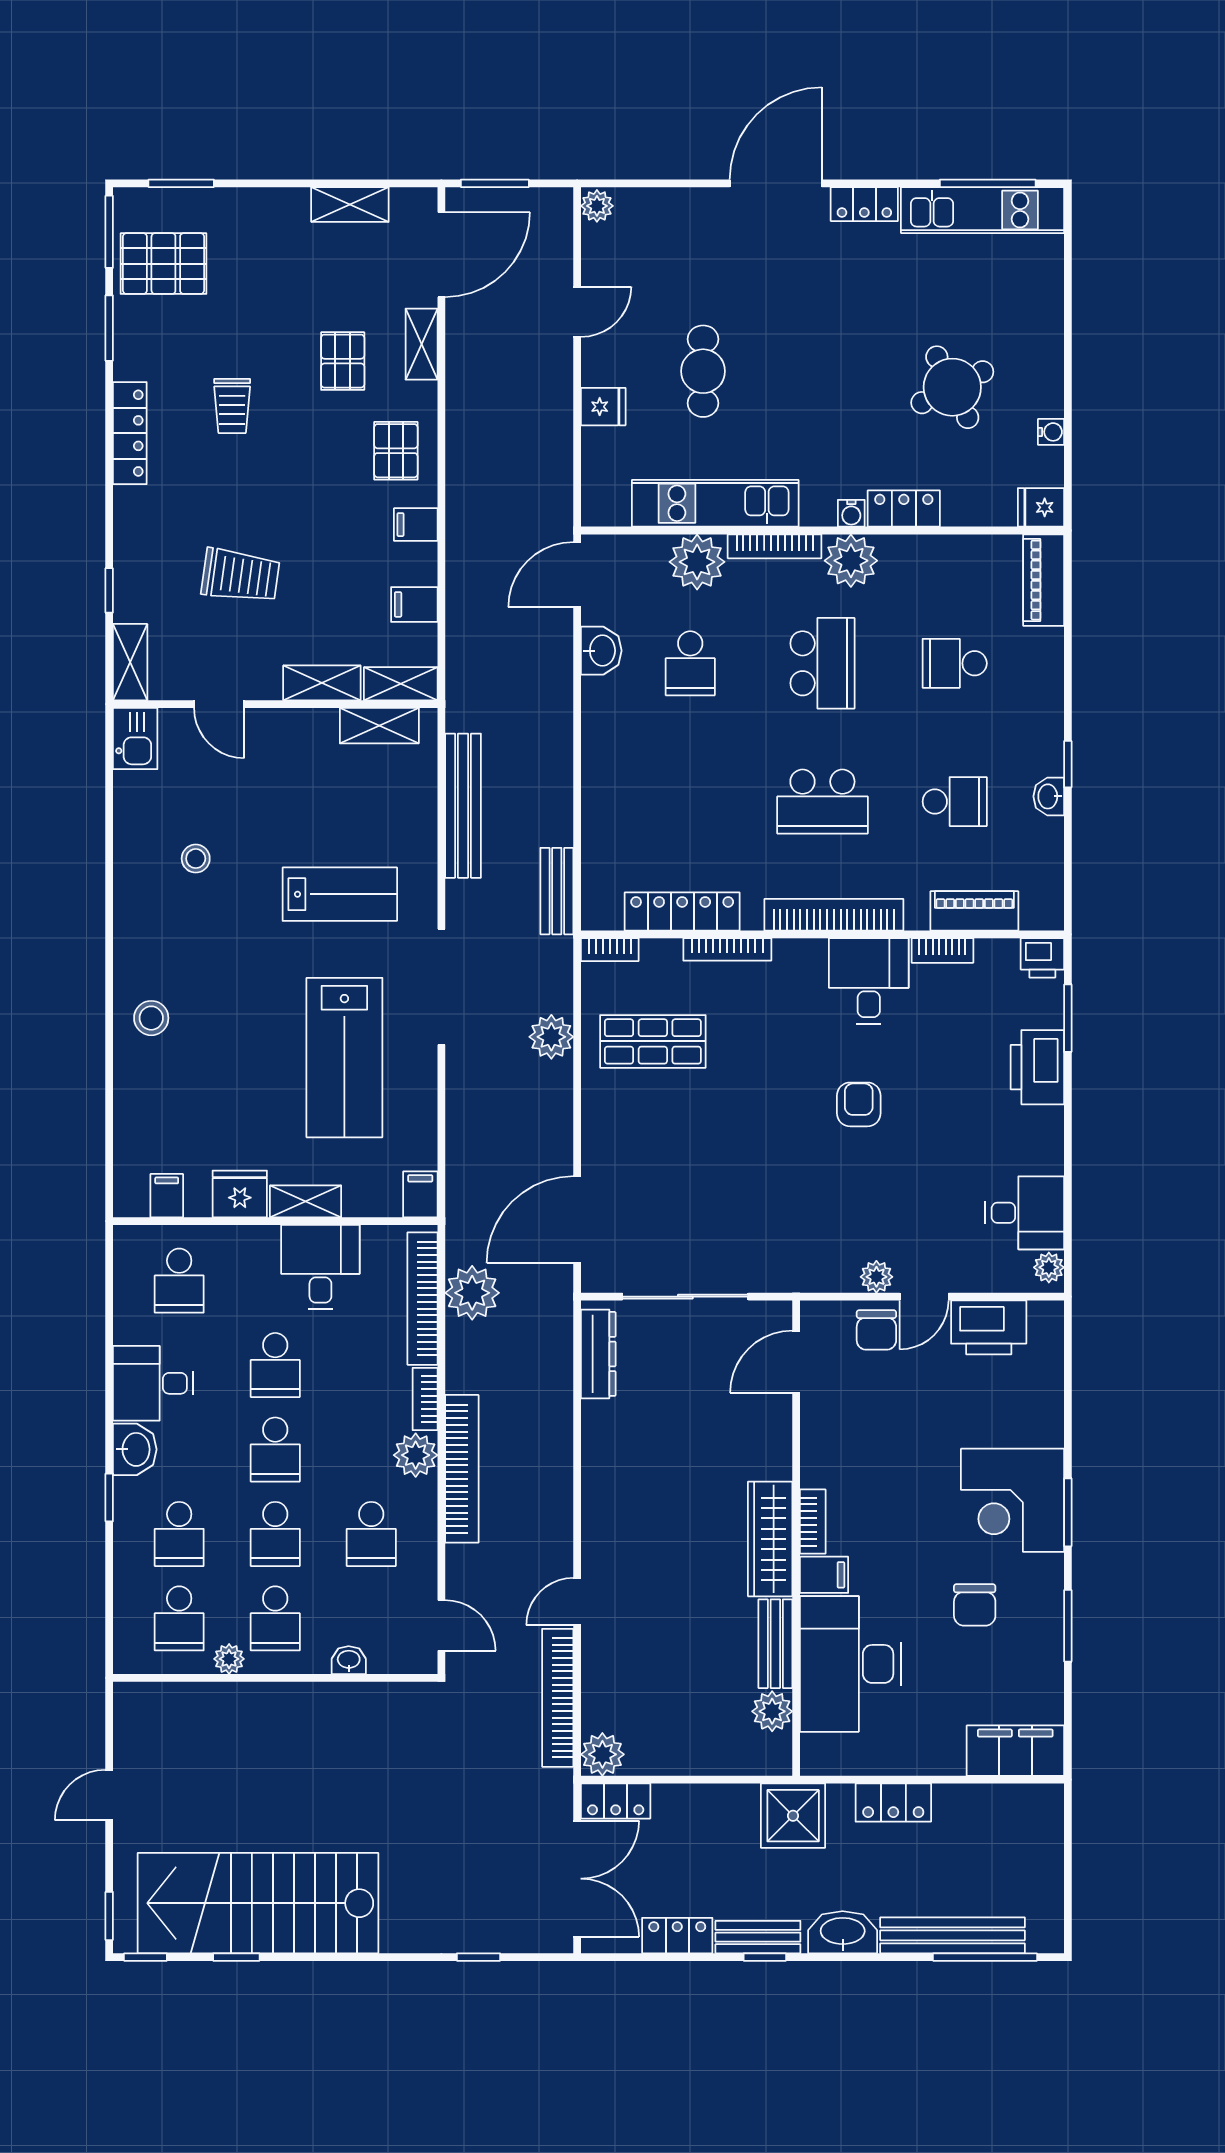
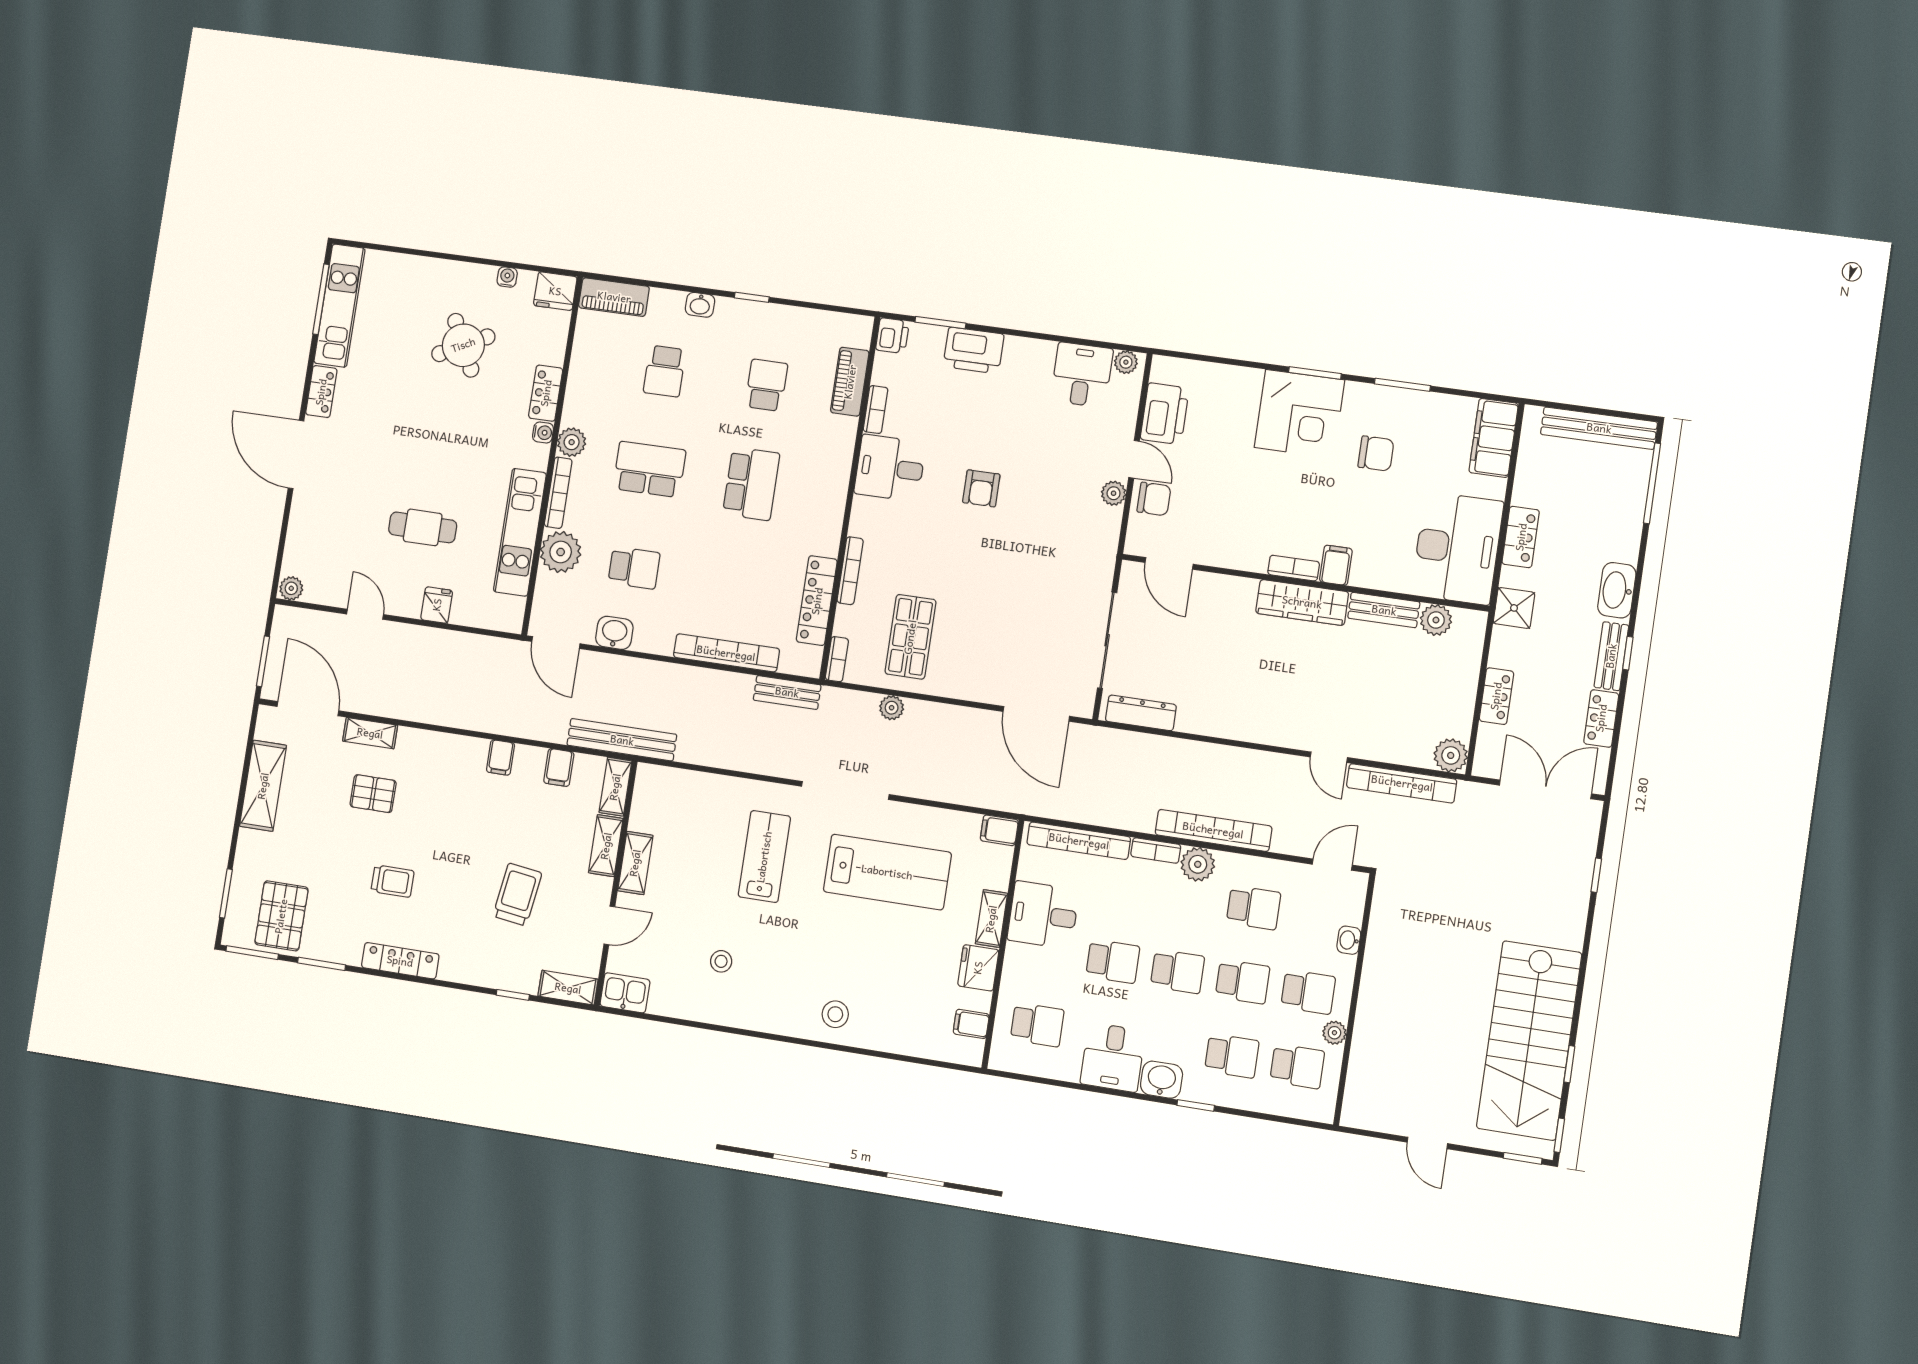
shelving: (350, 204) -> (263, 786), width x1.50, depth x1.33
pallet: (396, 451) -> (444, 764), removed
fridge: (1041, 507) -> (555, 291), width x1.38
plant: (851, 561) -> (572, 442), width x0.73, depth x0.73
shelving: (379, 726) -> (635, 863), moved
washbasin: (1049, 796) -> (700, 305), moved
bench: (463, 806) -> (622, 740), moved
bookcase: (834, 915) -> (726, 653), moved, turned 90
plant: (551, 1037) -> (892, 708), width x0.73, depth x0.73
armchair: (859, 1104) -> (981, 488), turned -90
plant: (472, 1293) -> (1080, 802), removed
desk: (851, 1664) -> (1457, 548), moved, turned -90
locker: (616, 1801) -> (1496, 696), moved
shower: (793, 1816) -> (1514, 608), width x0.73, depth x0.73
bench: (953, 1935) -> (1599, 428), moved, turned 90

